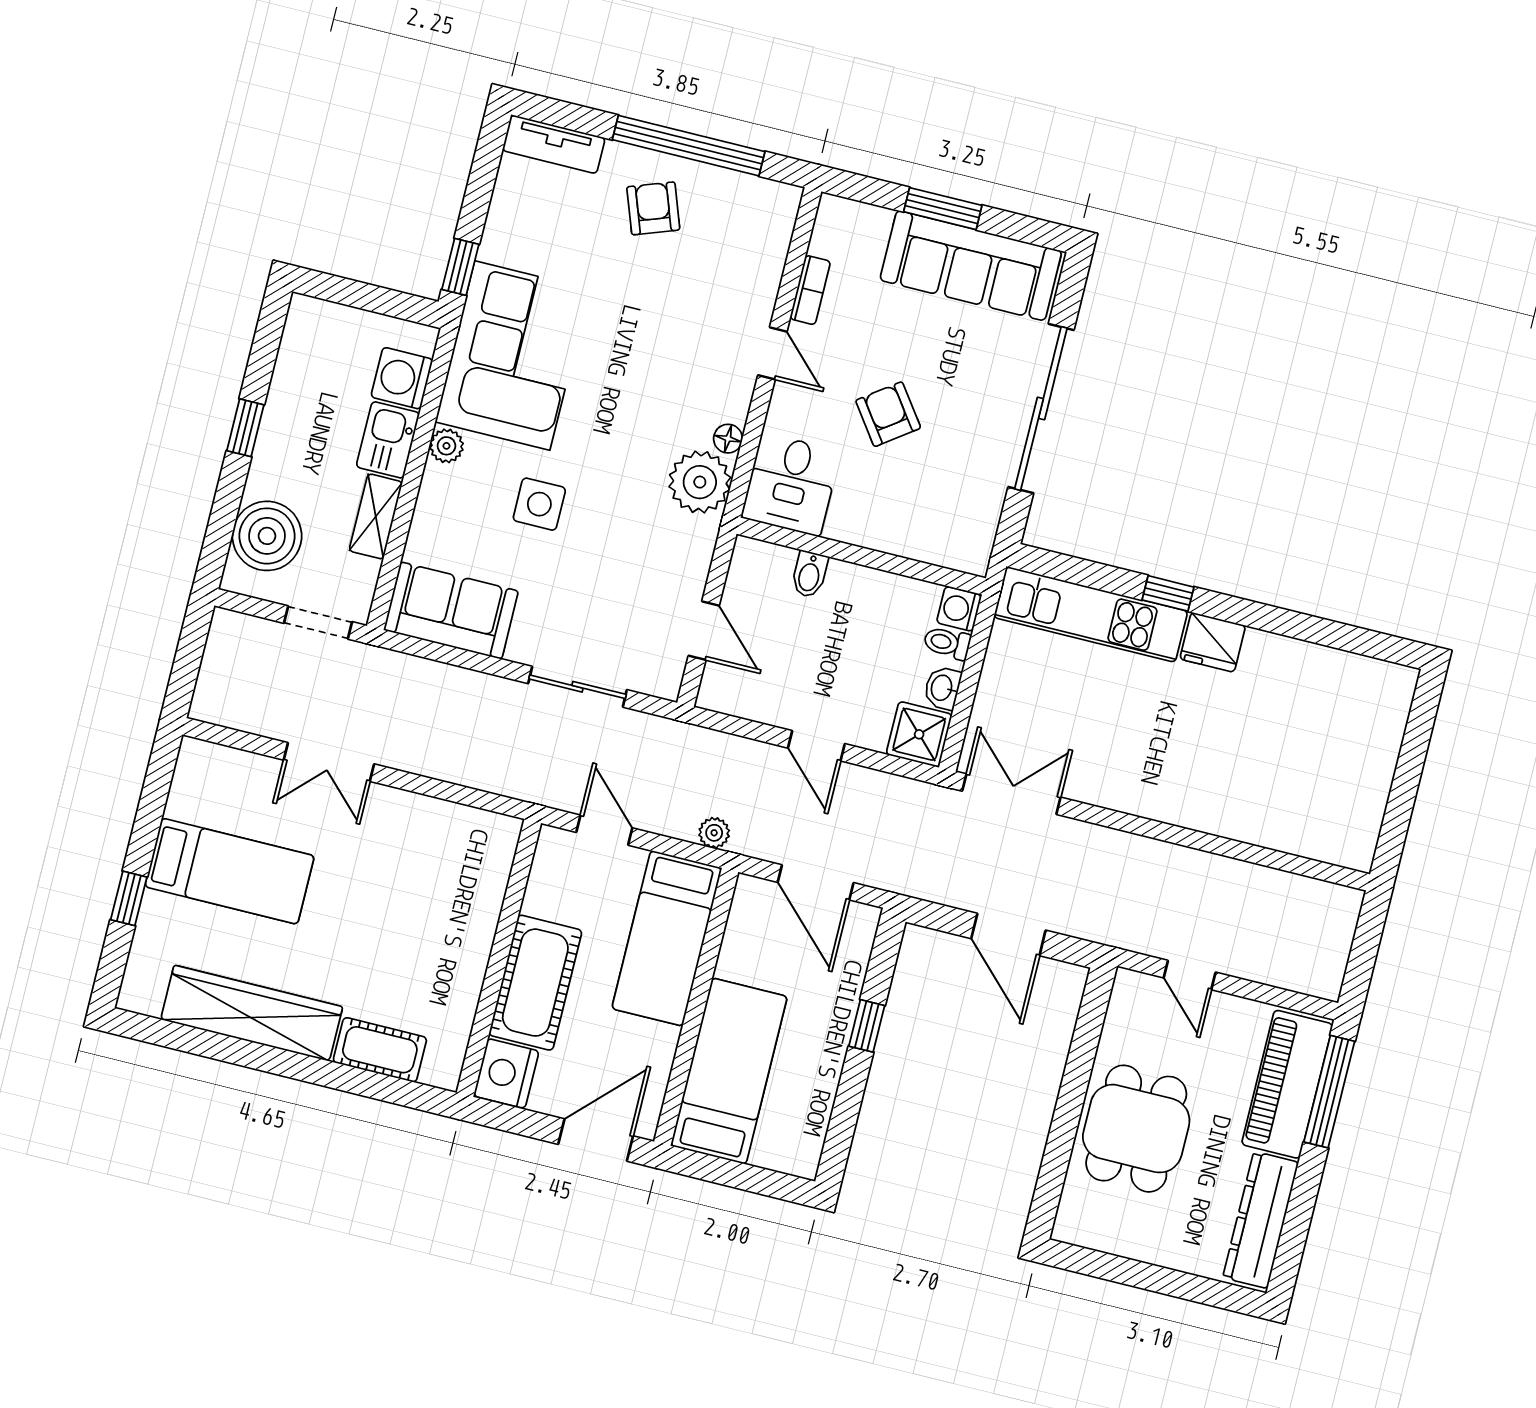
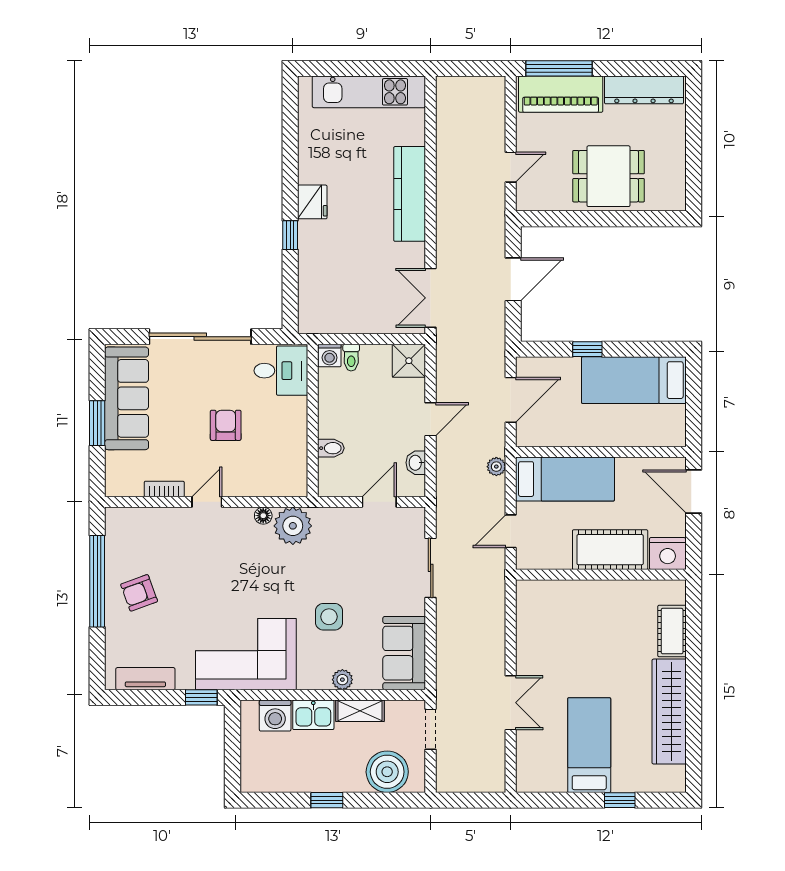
tv unit: (554, 144) -> (145, 679), moved, turned -90
armchair: (888, 414) -> (226, 425), turned 126
plant: (446, 446) -> (342, 680), moved
desk: (791, 484) -> (281, 371), moved
kitchen unit: (1091, 614) -> (369, 92), moved, turned 90
washbasin: (942, 688) -> (416, 463), moved, turned 90
kitchen counter: (1187, 802) -> (410, 194), added
bed: (729, 1071) -> (634, 380), moved

